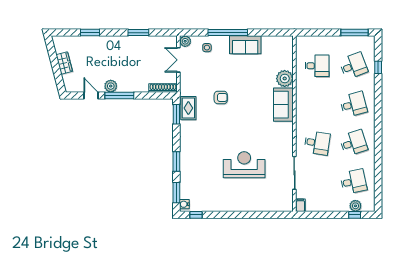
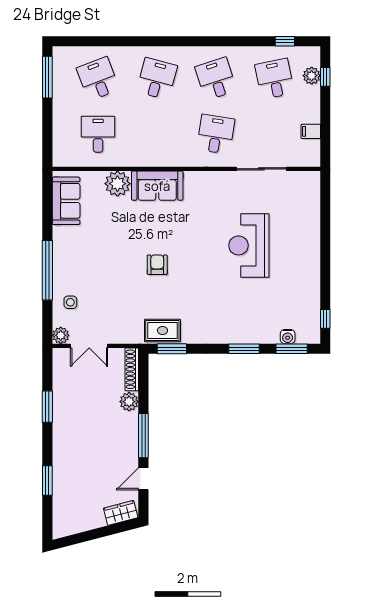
sofa: (245, 45) -> (66, 201), moved
wardrobe: (64, 63) -> (121, 513), moved
window: (378, 67) -> (285, 41), moved
plant: (111, 86) -> (129, 402), moved
armchair: (221, 97) -> (157, 265), moved
desk: (353, 104) -> (157, 79), turned 30
water cooler: (184, 204) -> (288, 337), moved
filing cabinet: (300, 205) -> (311, 131), moved

